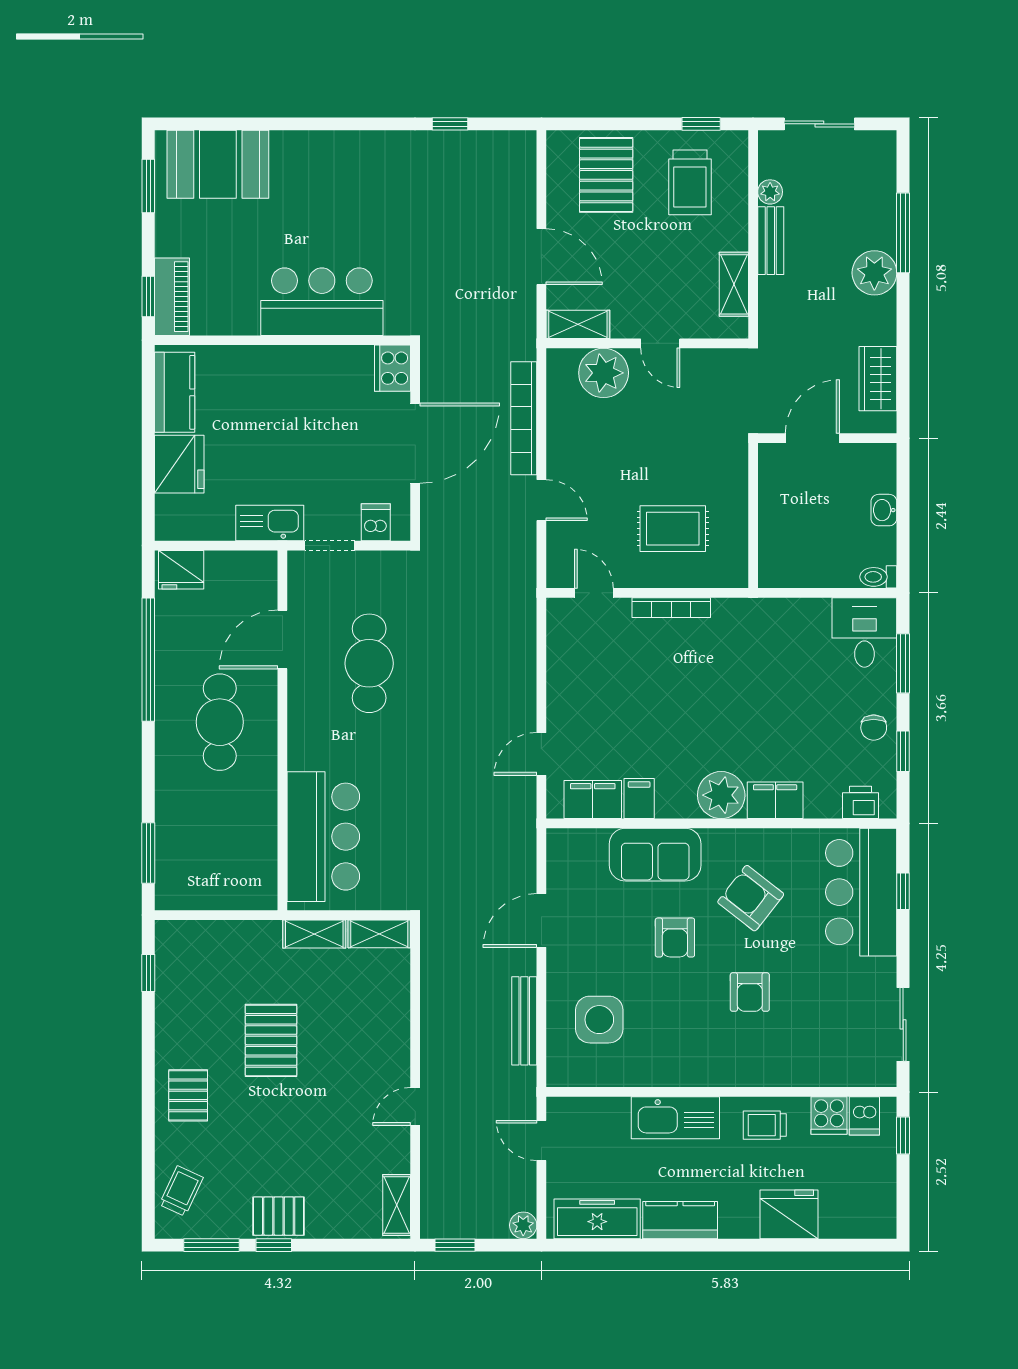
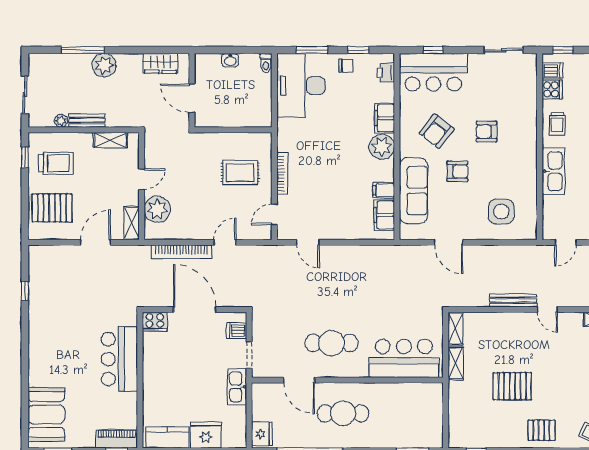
rug: (673, 529) -> (240, 173), turned 90
desk: (864, 632) -> (301, 86), width x1.87, depth x1.30
cafe table: (369, 663) -> (331, 343), moved
door: (541, 754) -> (308, 242), moved
sofa: (655, 855) -> (413, 191), width x1.36
armchair: (750, 992) -> (487, 132), turned 180
bench: (524, 1021) -> (513, 300), moved

